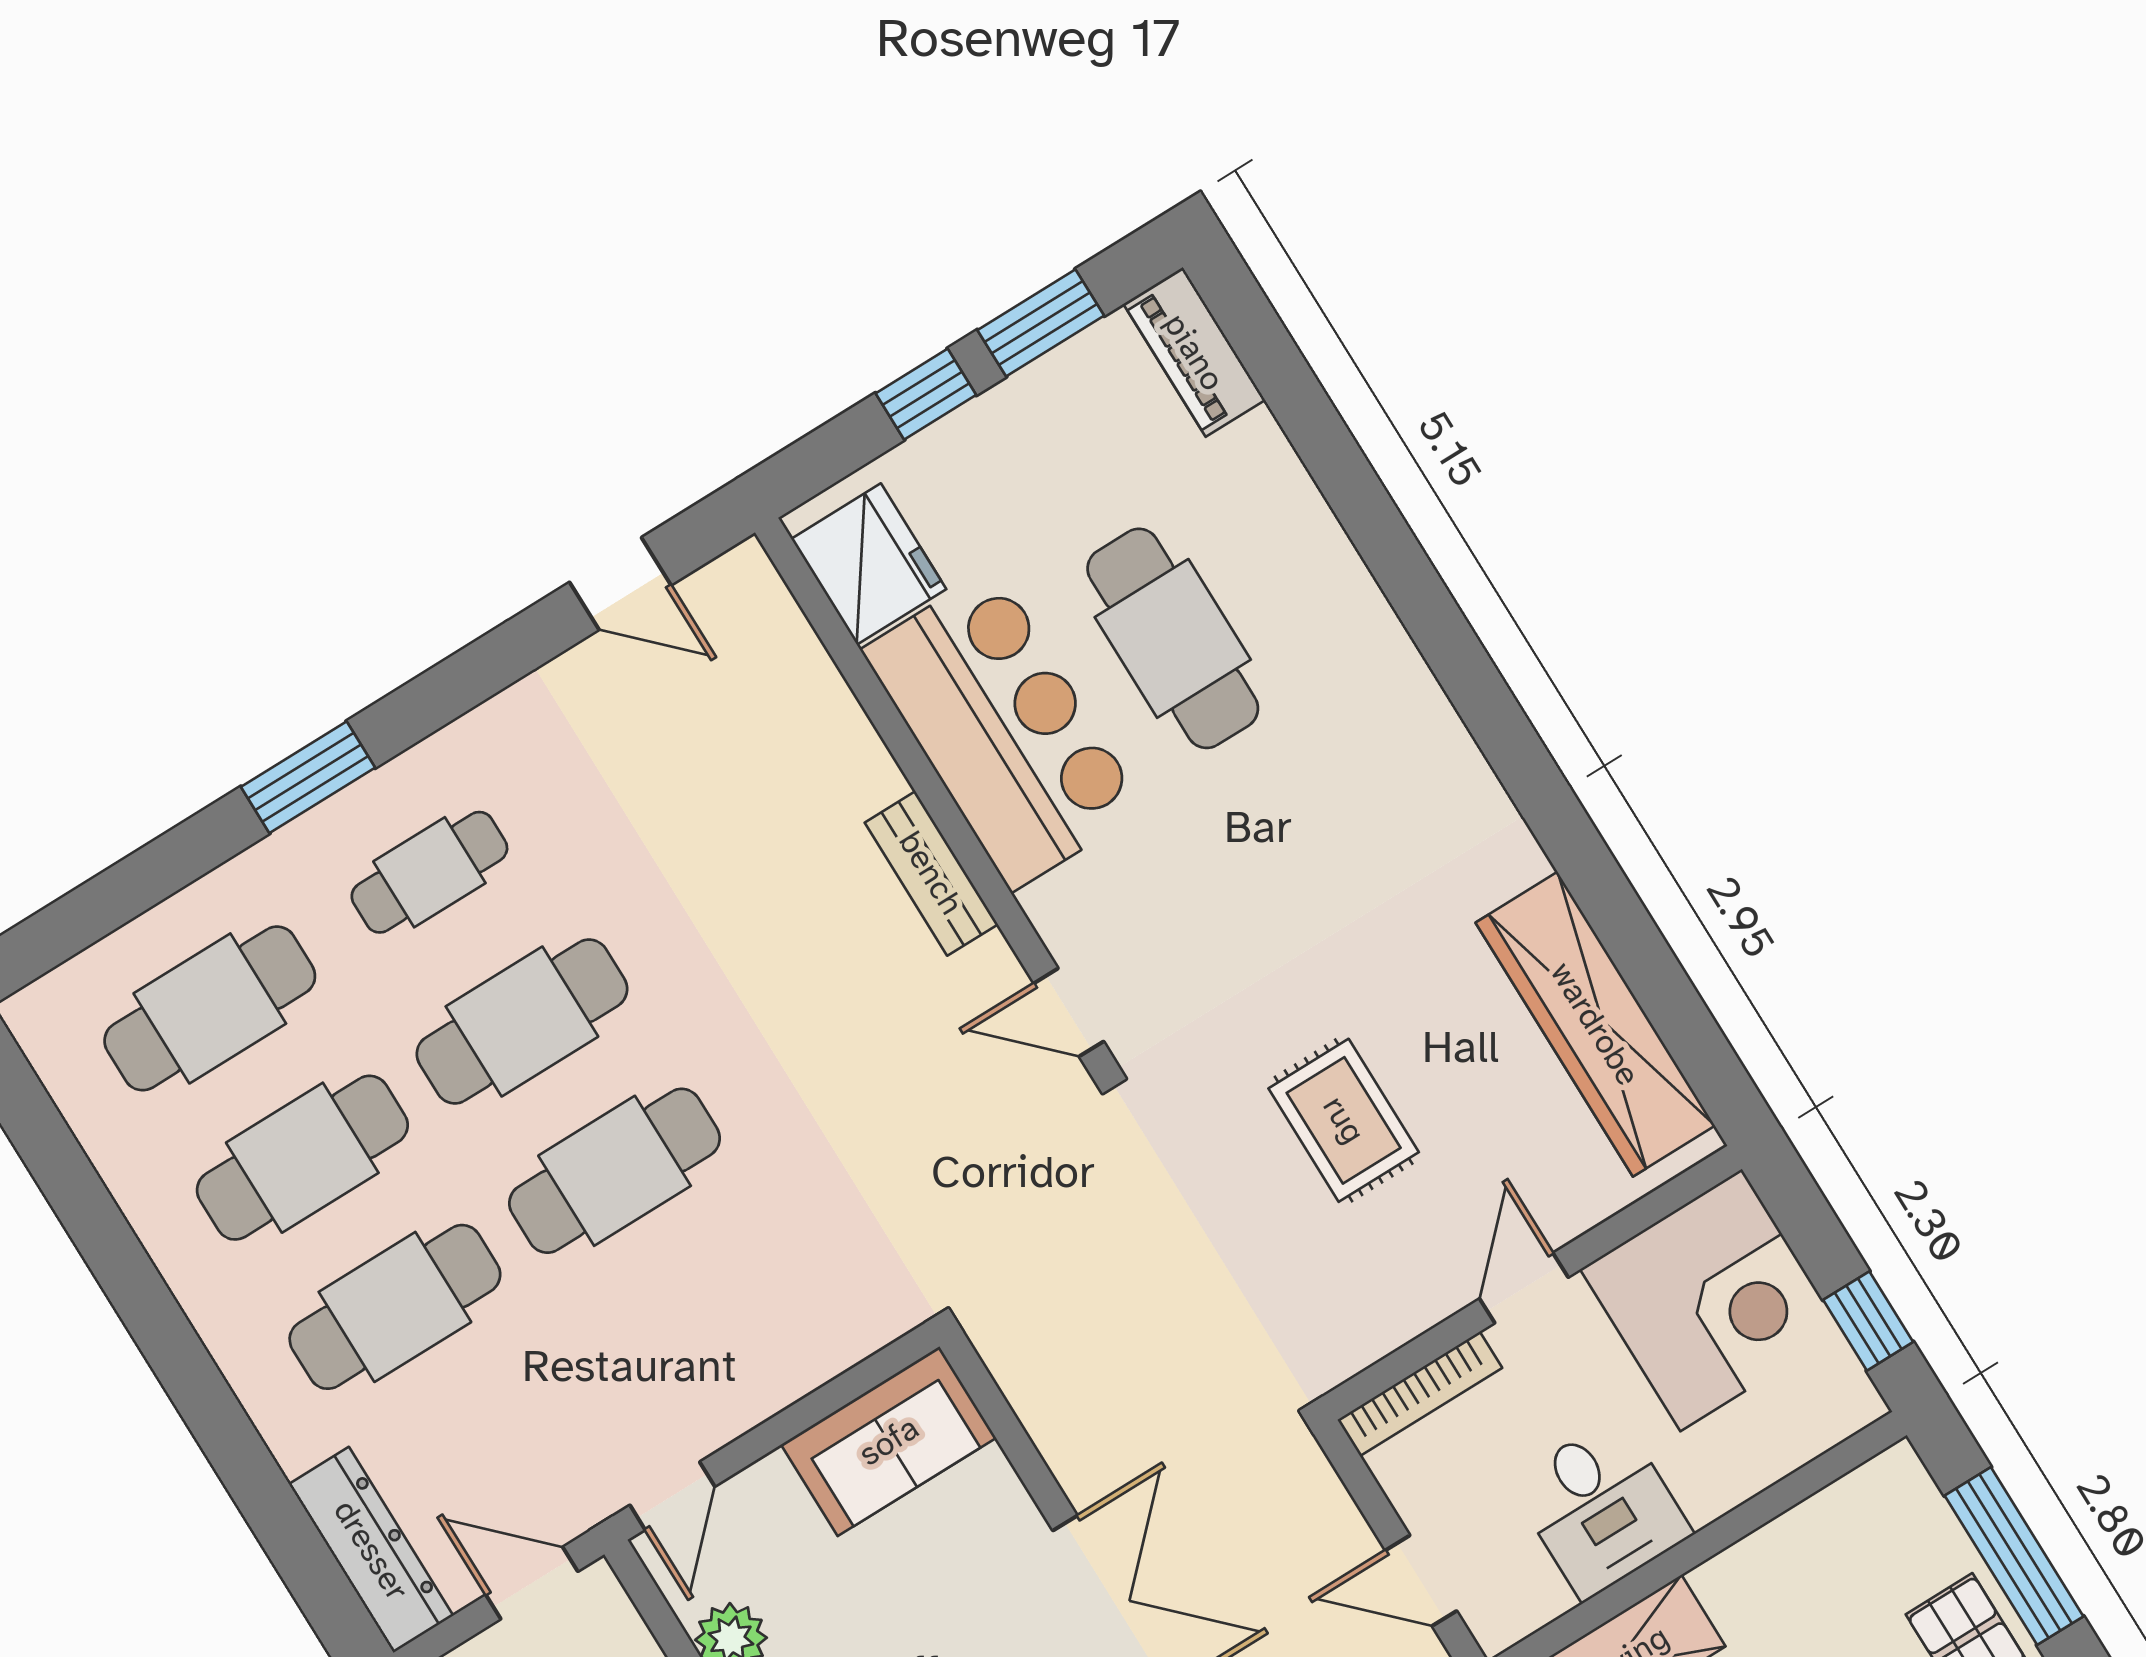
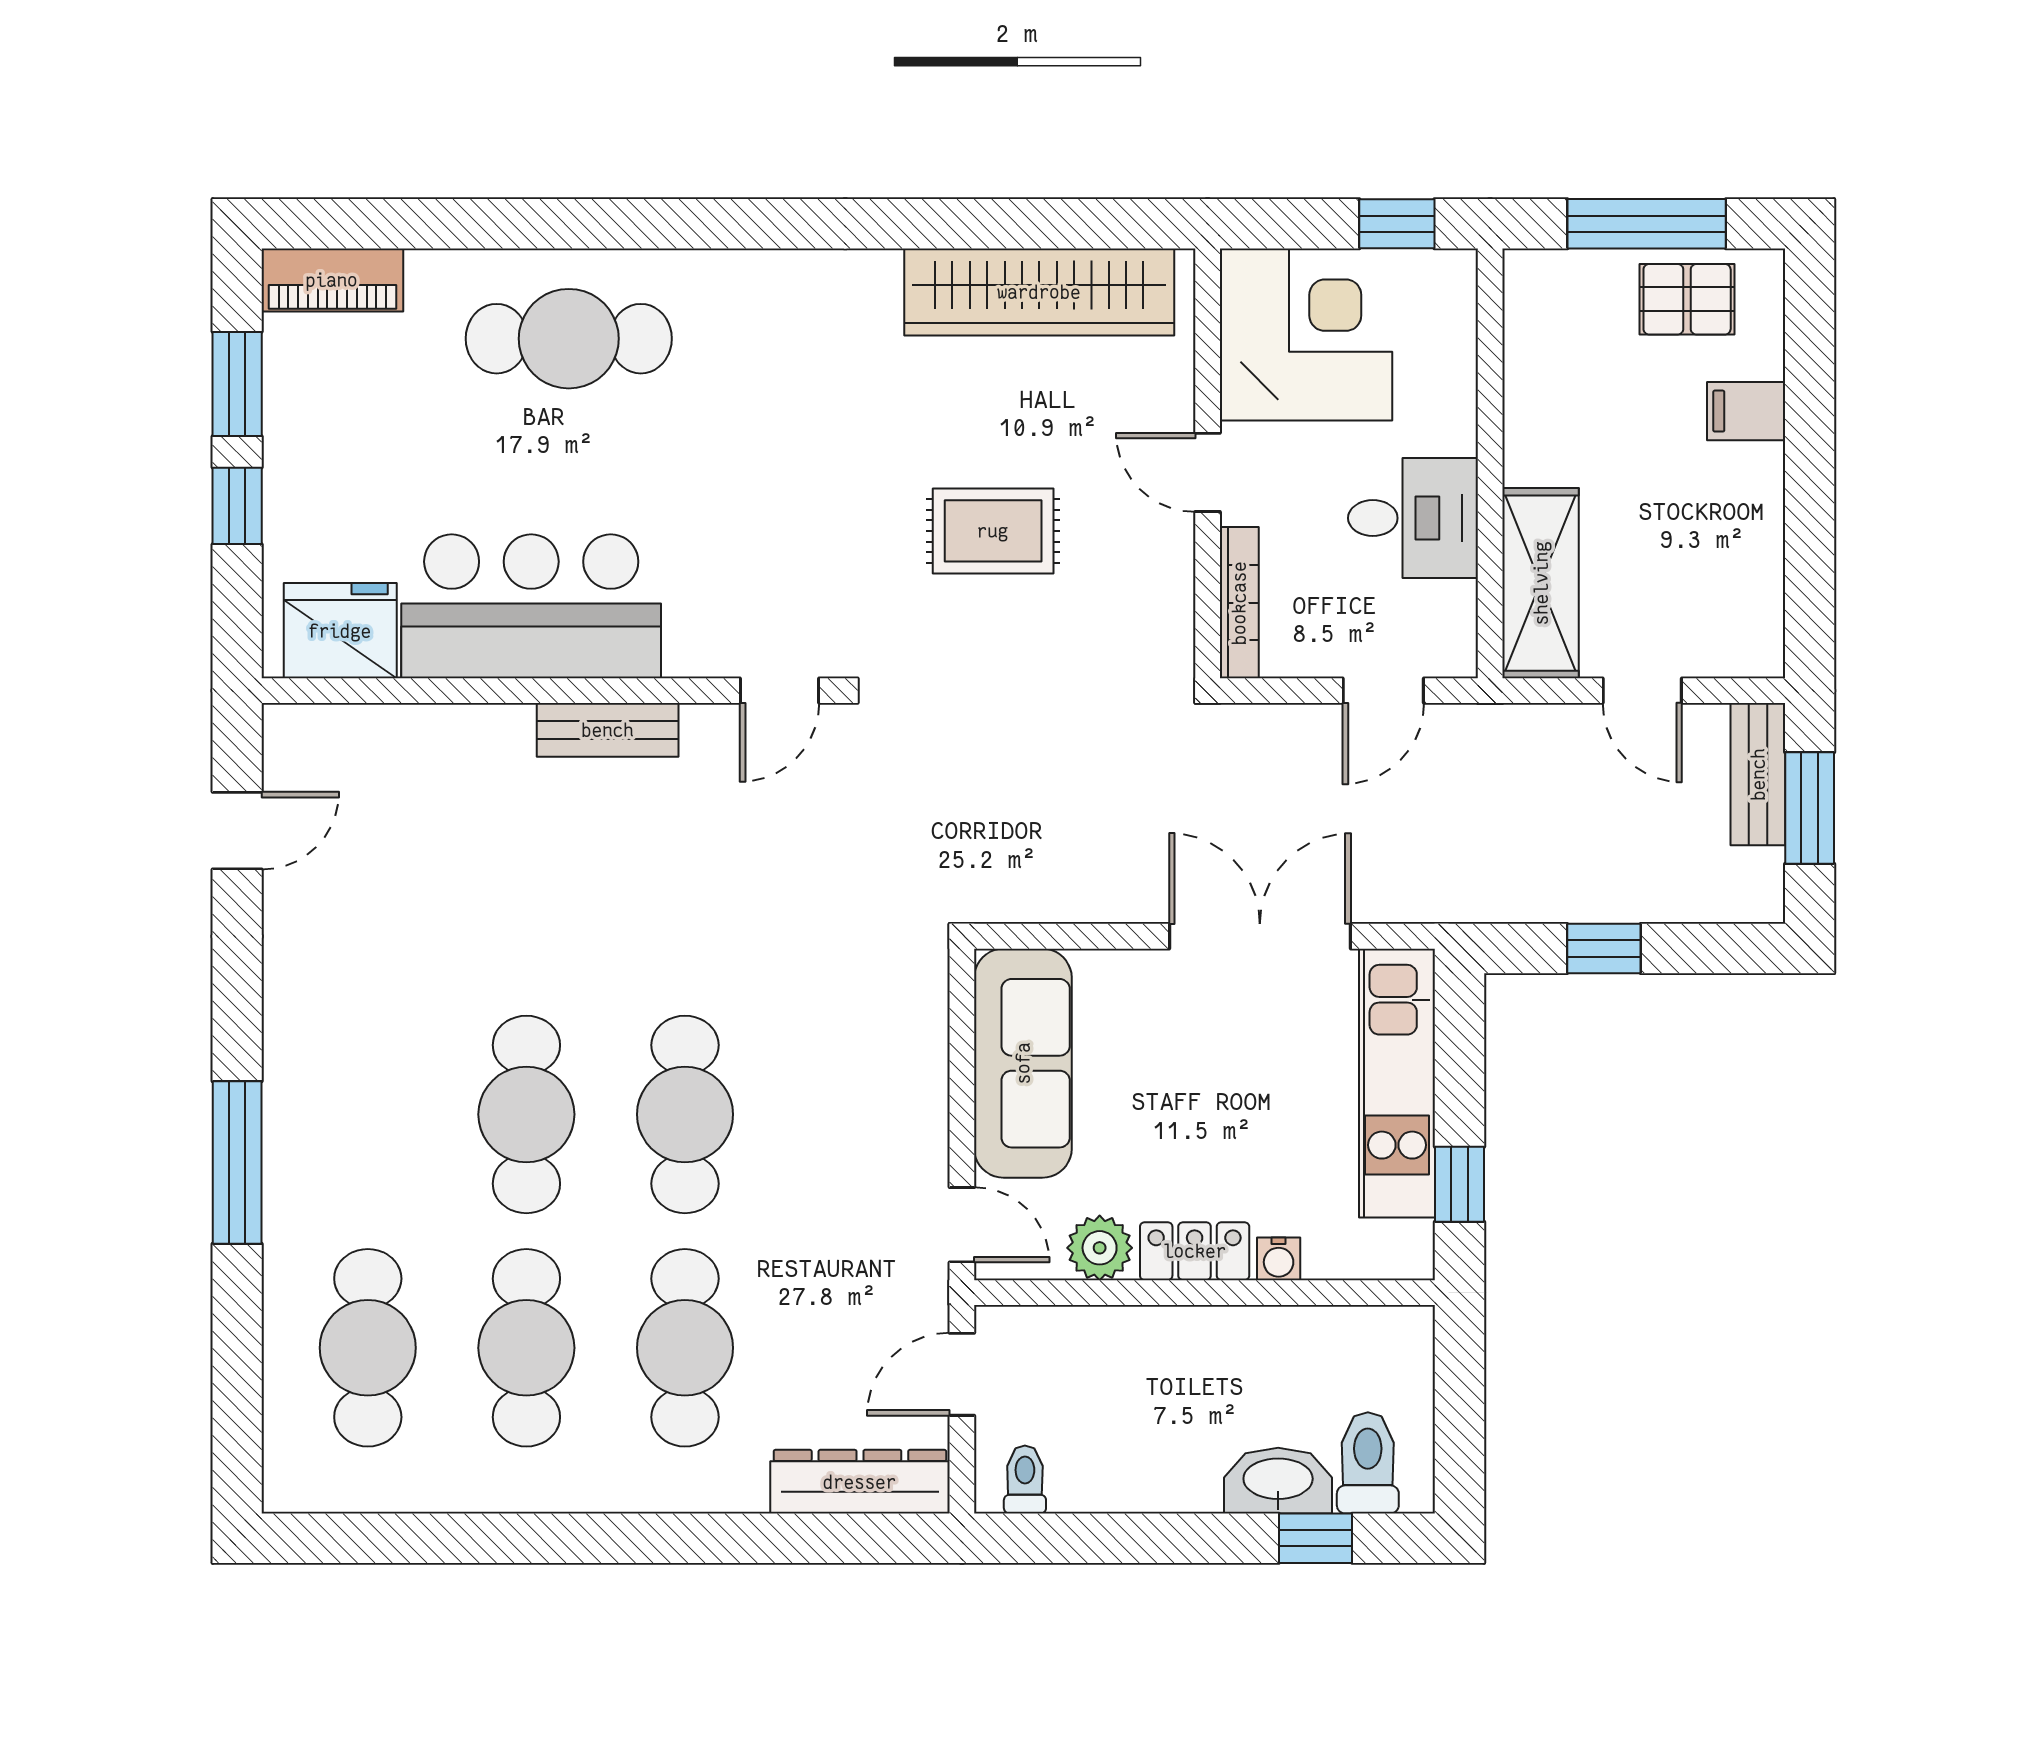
cafe table: (1173, 638) -> (569, 339), moved
window: (308, 777) -> (237, 1162), width x1.44
cafe table: (429, 872) -> (368, 1114), removed
sofa: (889, 1441) -> (1023, 1063), width x1.36

